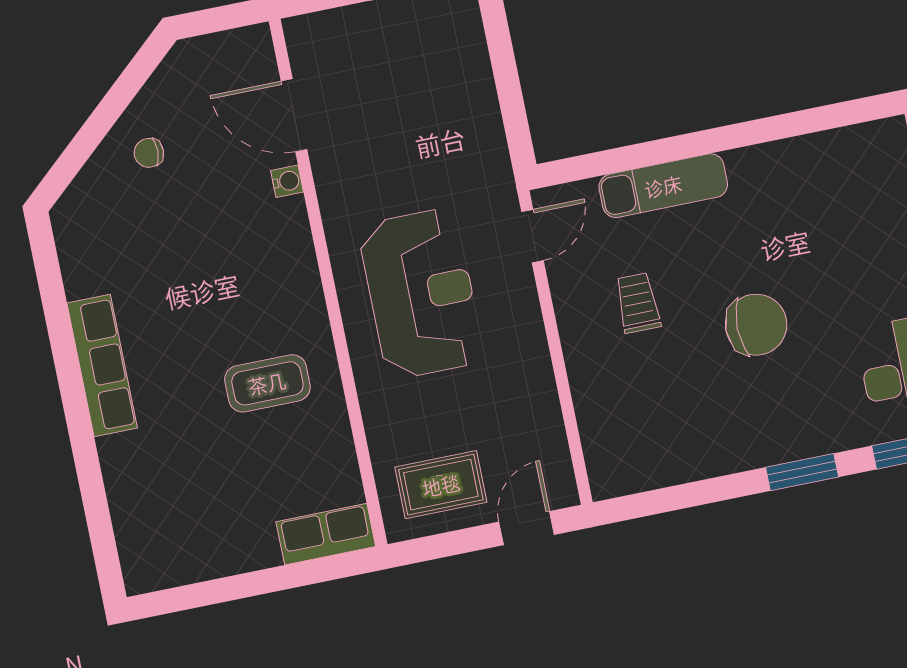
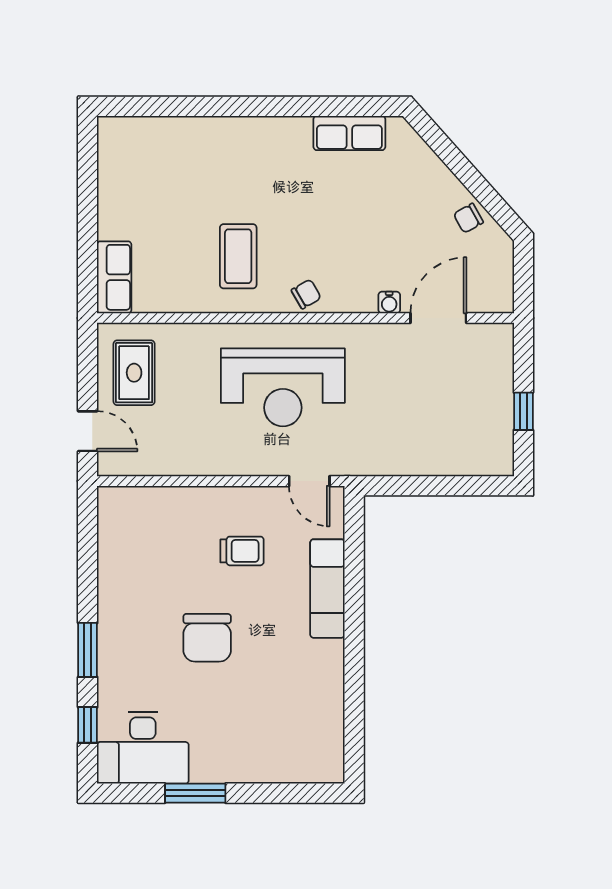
chair: (149, 153) -> (468, 218), moved, turned -120
chair: (298, 288) -> (306, 294), added
row of seats: (102, 366) -> (349, 133), moved, width x0.68

